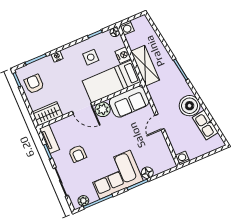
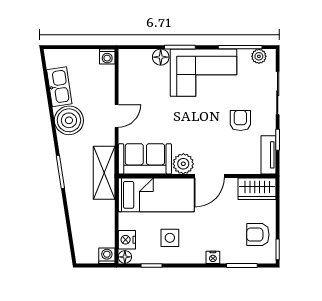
nightstand: (123, 55) -> (127, 240), moved
shelving: (145, 66) -> (104, 173), moved
armchair: (34, 84) -> (258, 235), turned 90
door: (82, 109) -> (210, 176), swing flipped

